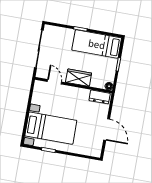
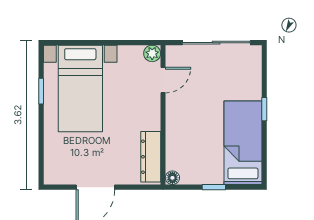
wardrobe: (79, 78) -> (178, 121), removed
plant: (39, 85) -> (152, 53), added
dresser: (100, 97) -> (151, 157), width x1.44

